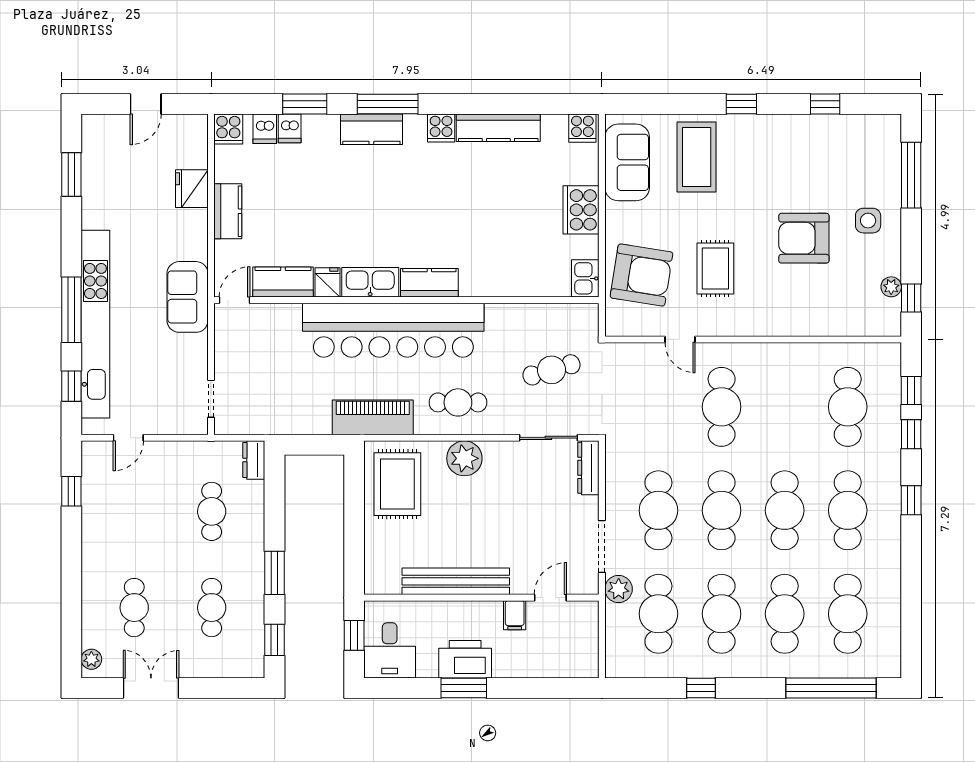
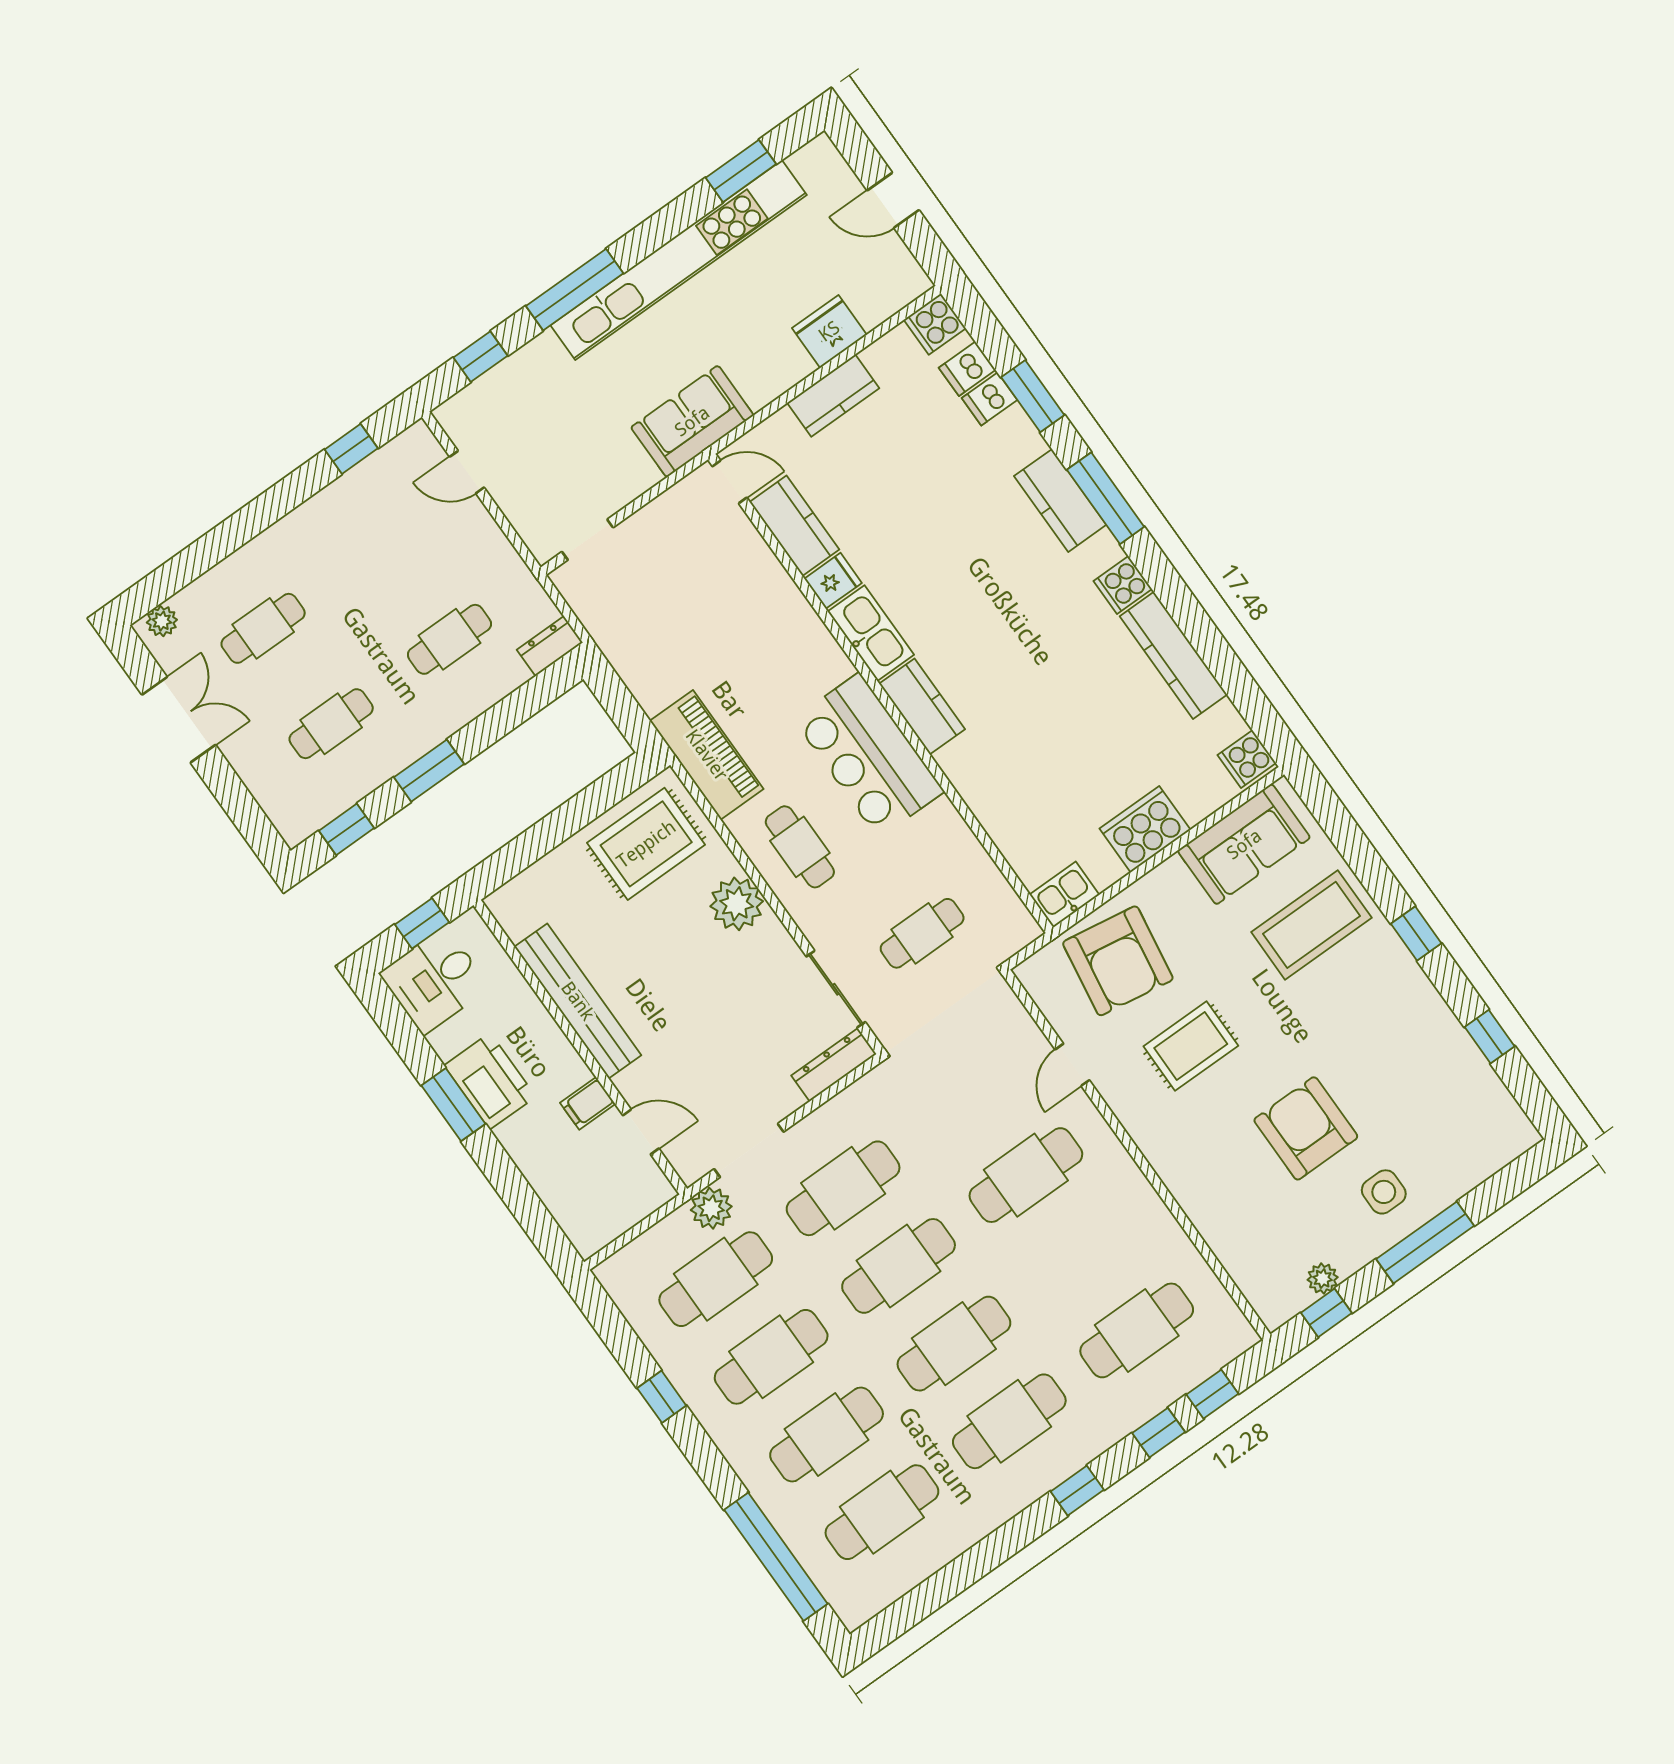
window: (911, 175) -> (1425, 1242), moved
kitchen unit: (95, 324) -> (679, 260), moved
bar counter: (393, 330) -> (869, 755), width x0.54
cafe table: (551, 370) -> (922, 933), turned -74

